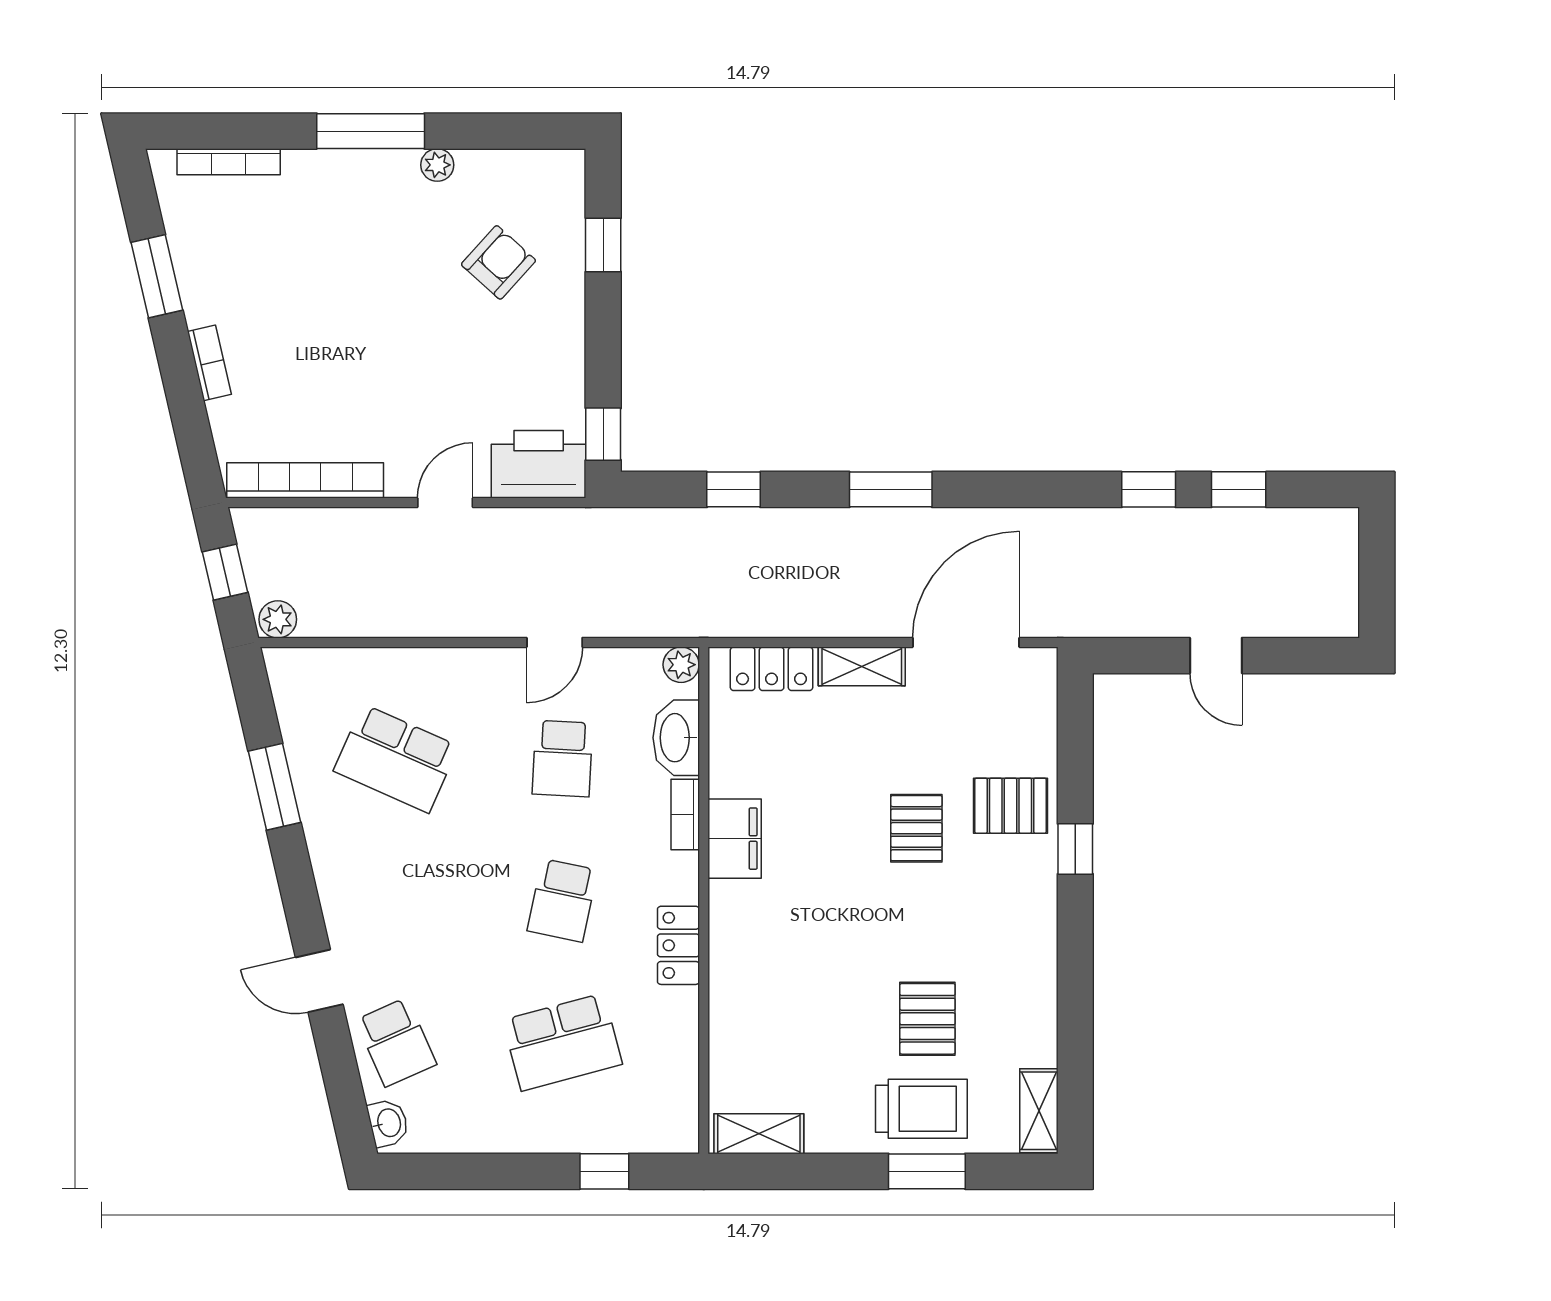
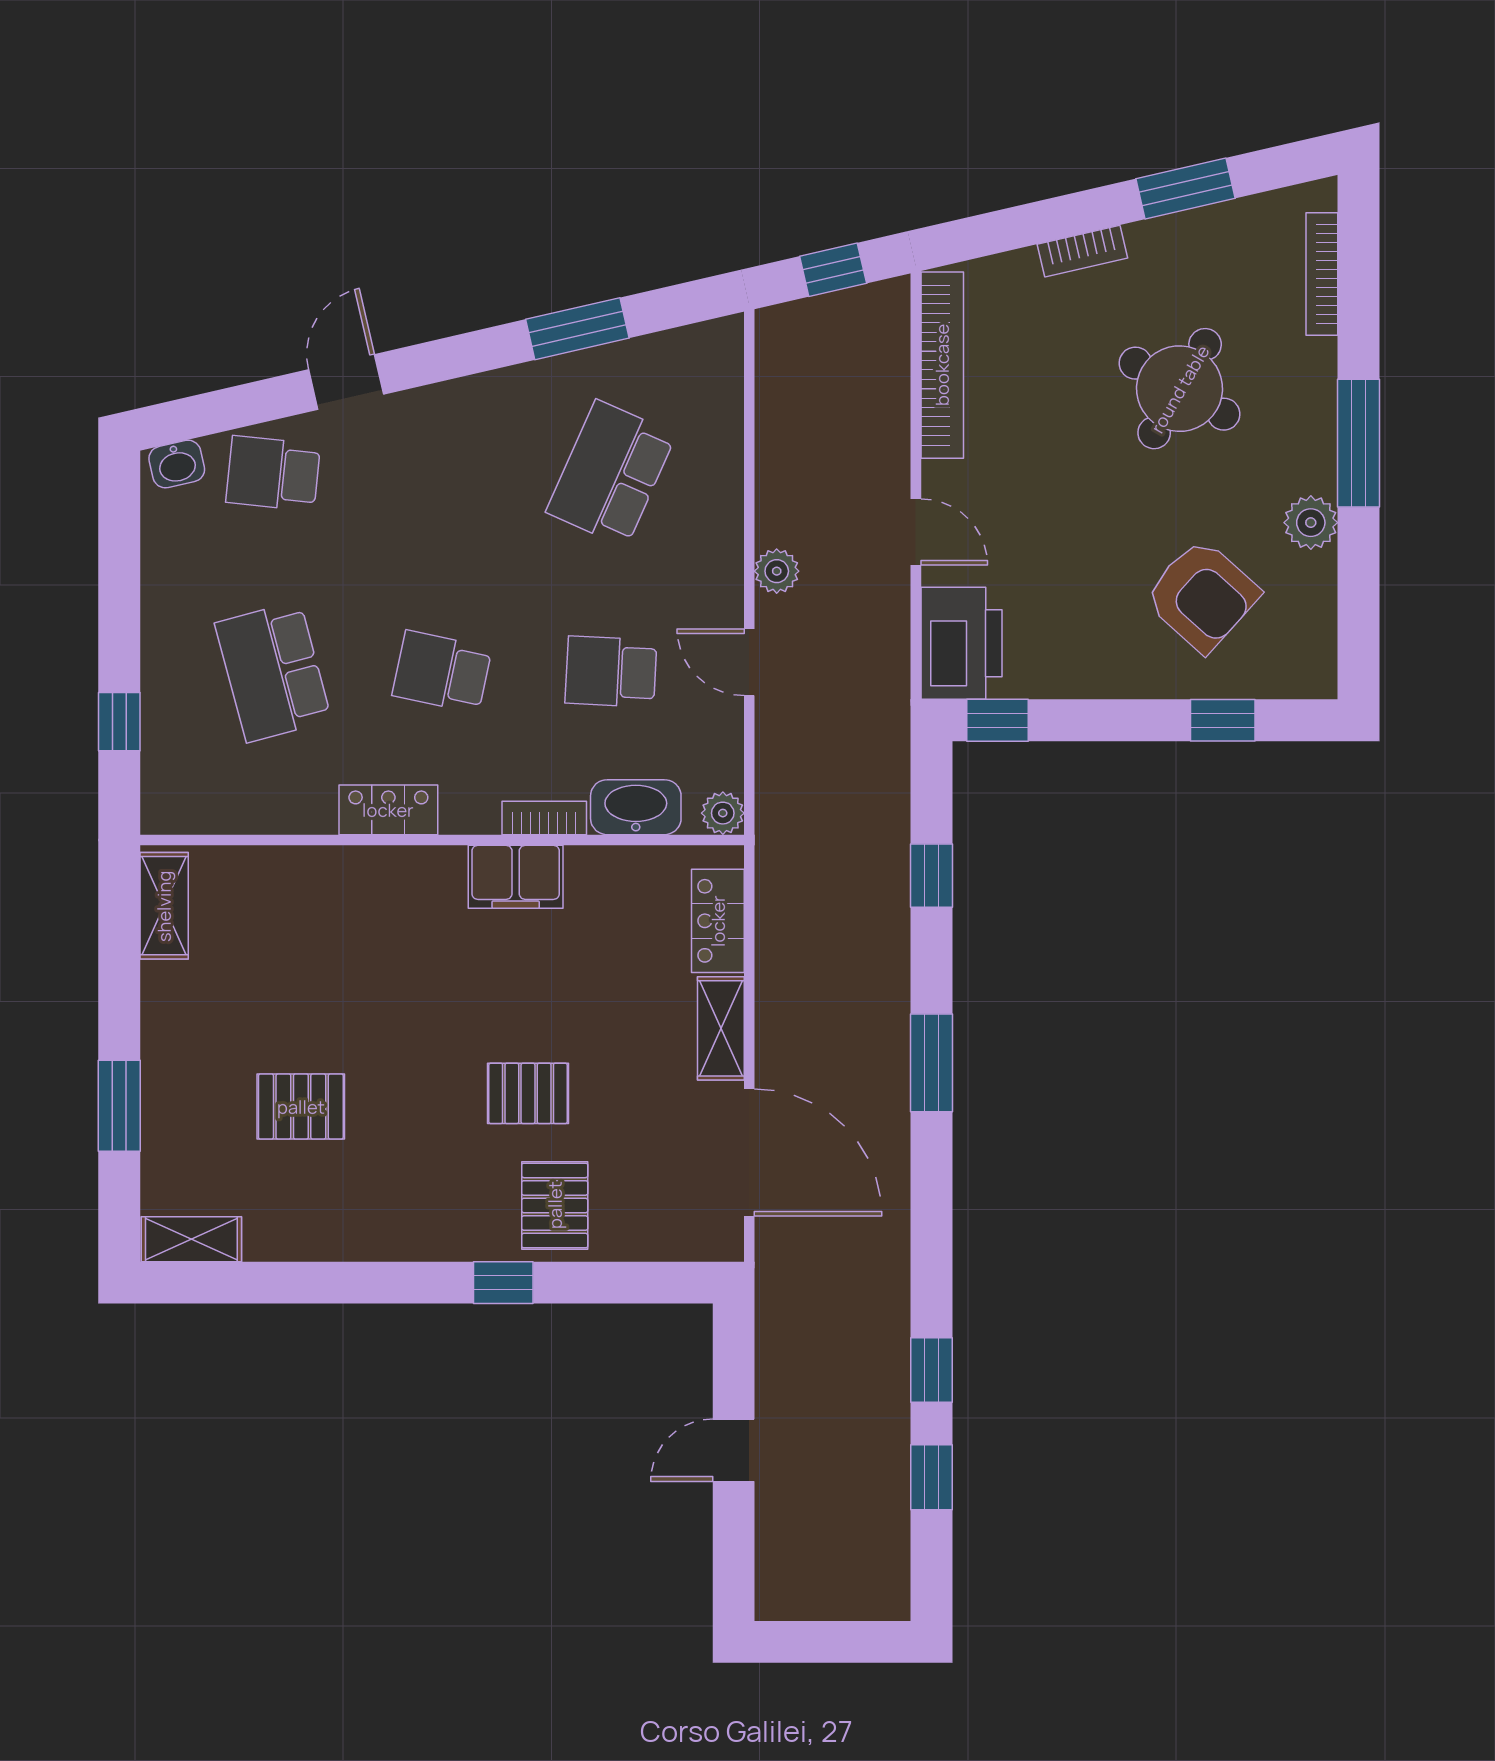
plant: (437, 165) -> (1311, 523), width x1.38, depth x1.38
armchair: (498, 262) -> (1202, 595), width x1.38, depth x1.38
round table: (325, 281) -> (1180, 389), added
plant: (278, 619) -> (777, 571), moved
school desk: (396, 1042) -> (273, 473), turned 30
trolley: (921, 1109) -> (194, 1099), removed

